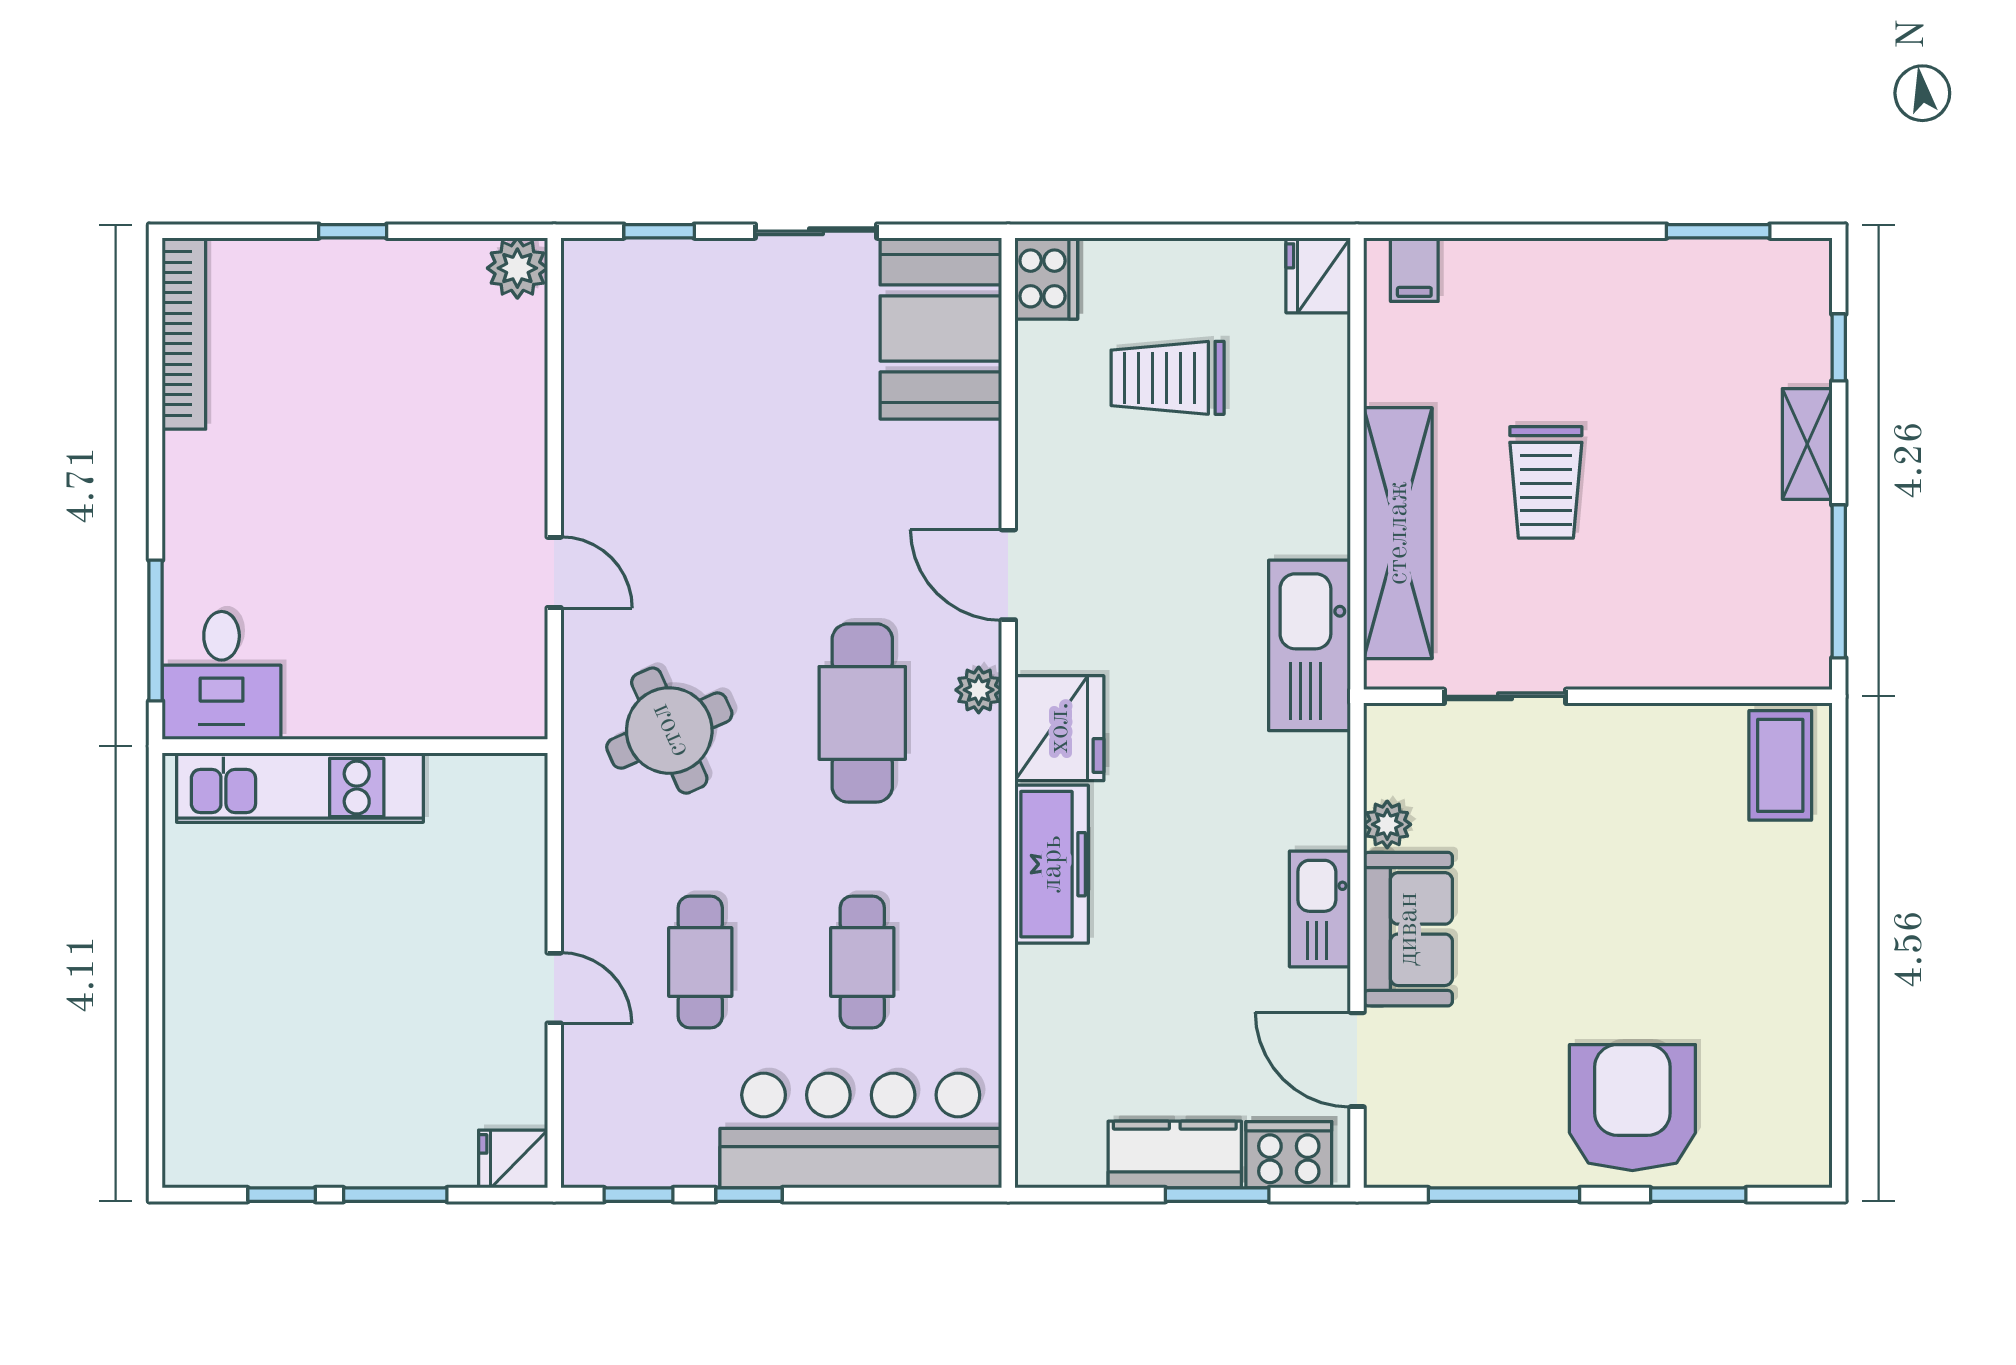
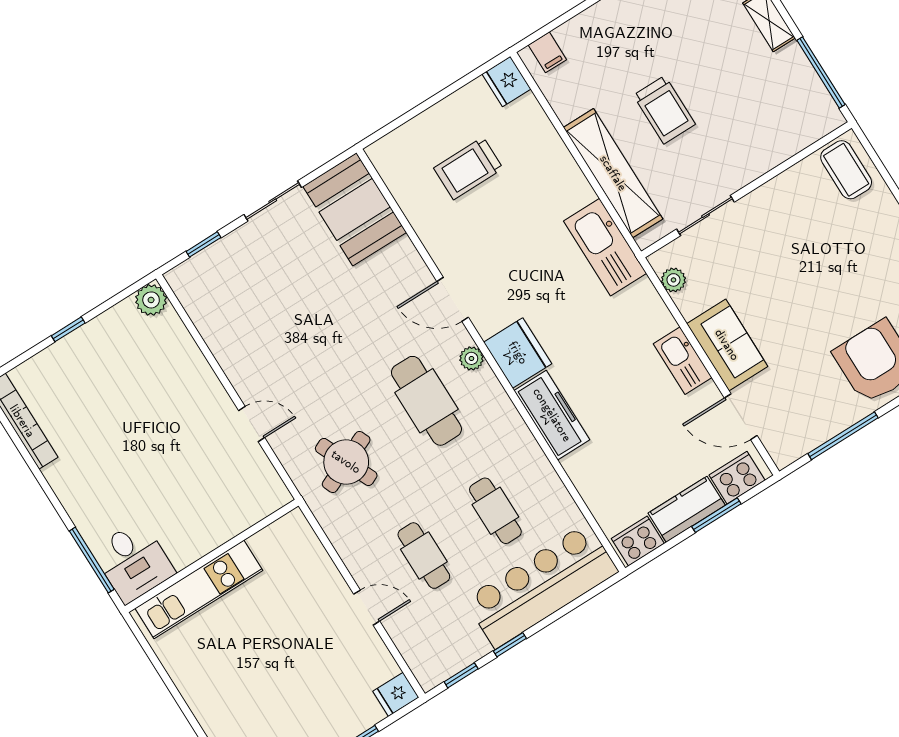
cooker: (1046, 278) -> (638, 541), moved, turned -90
plant: (1387, 824) -> (673, 280), moved

